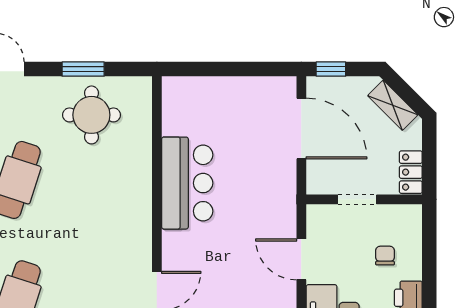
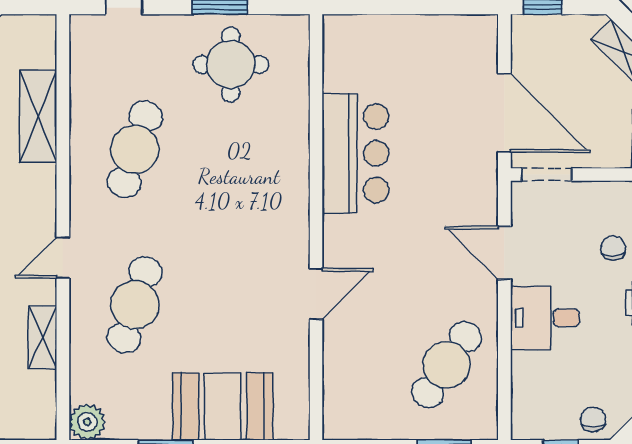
door: (301, 129) -> (504, 113), moved
doorway: (357, 199) -> (547, 175), moved

